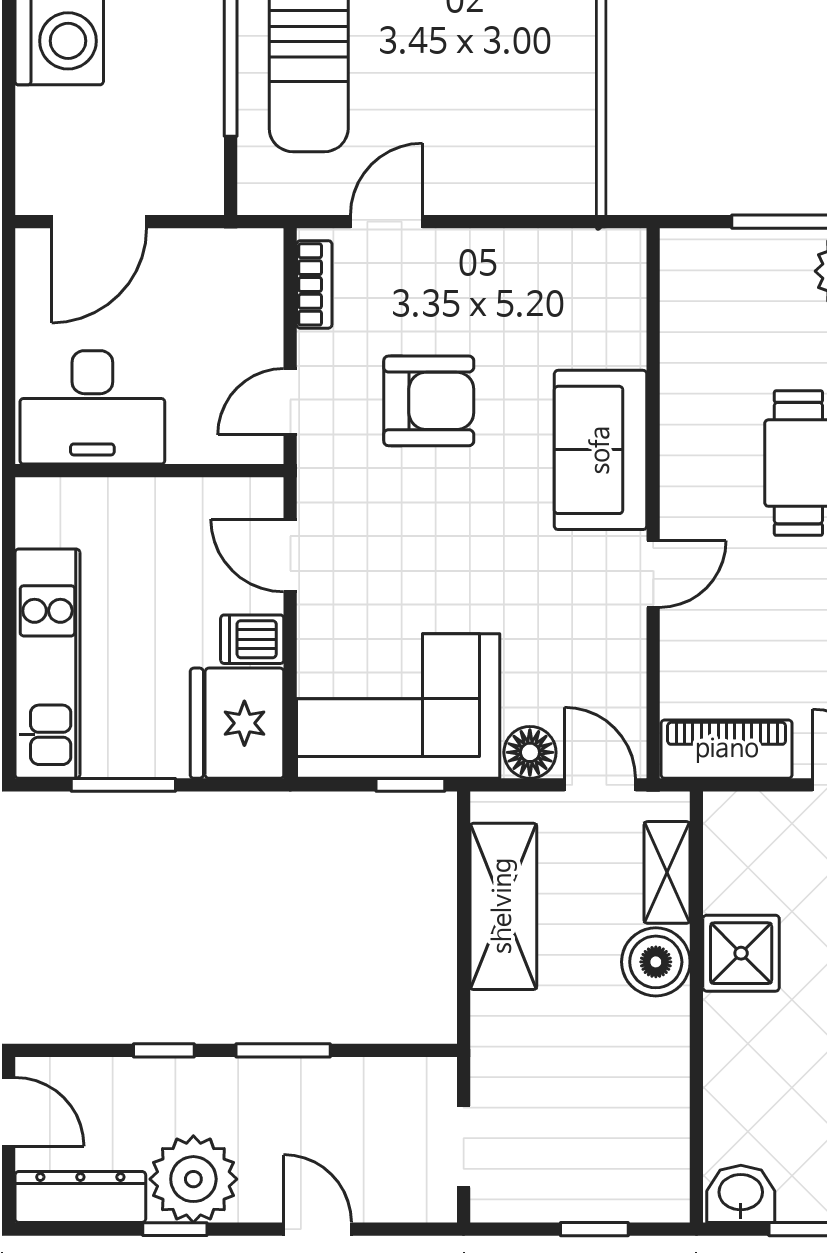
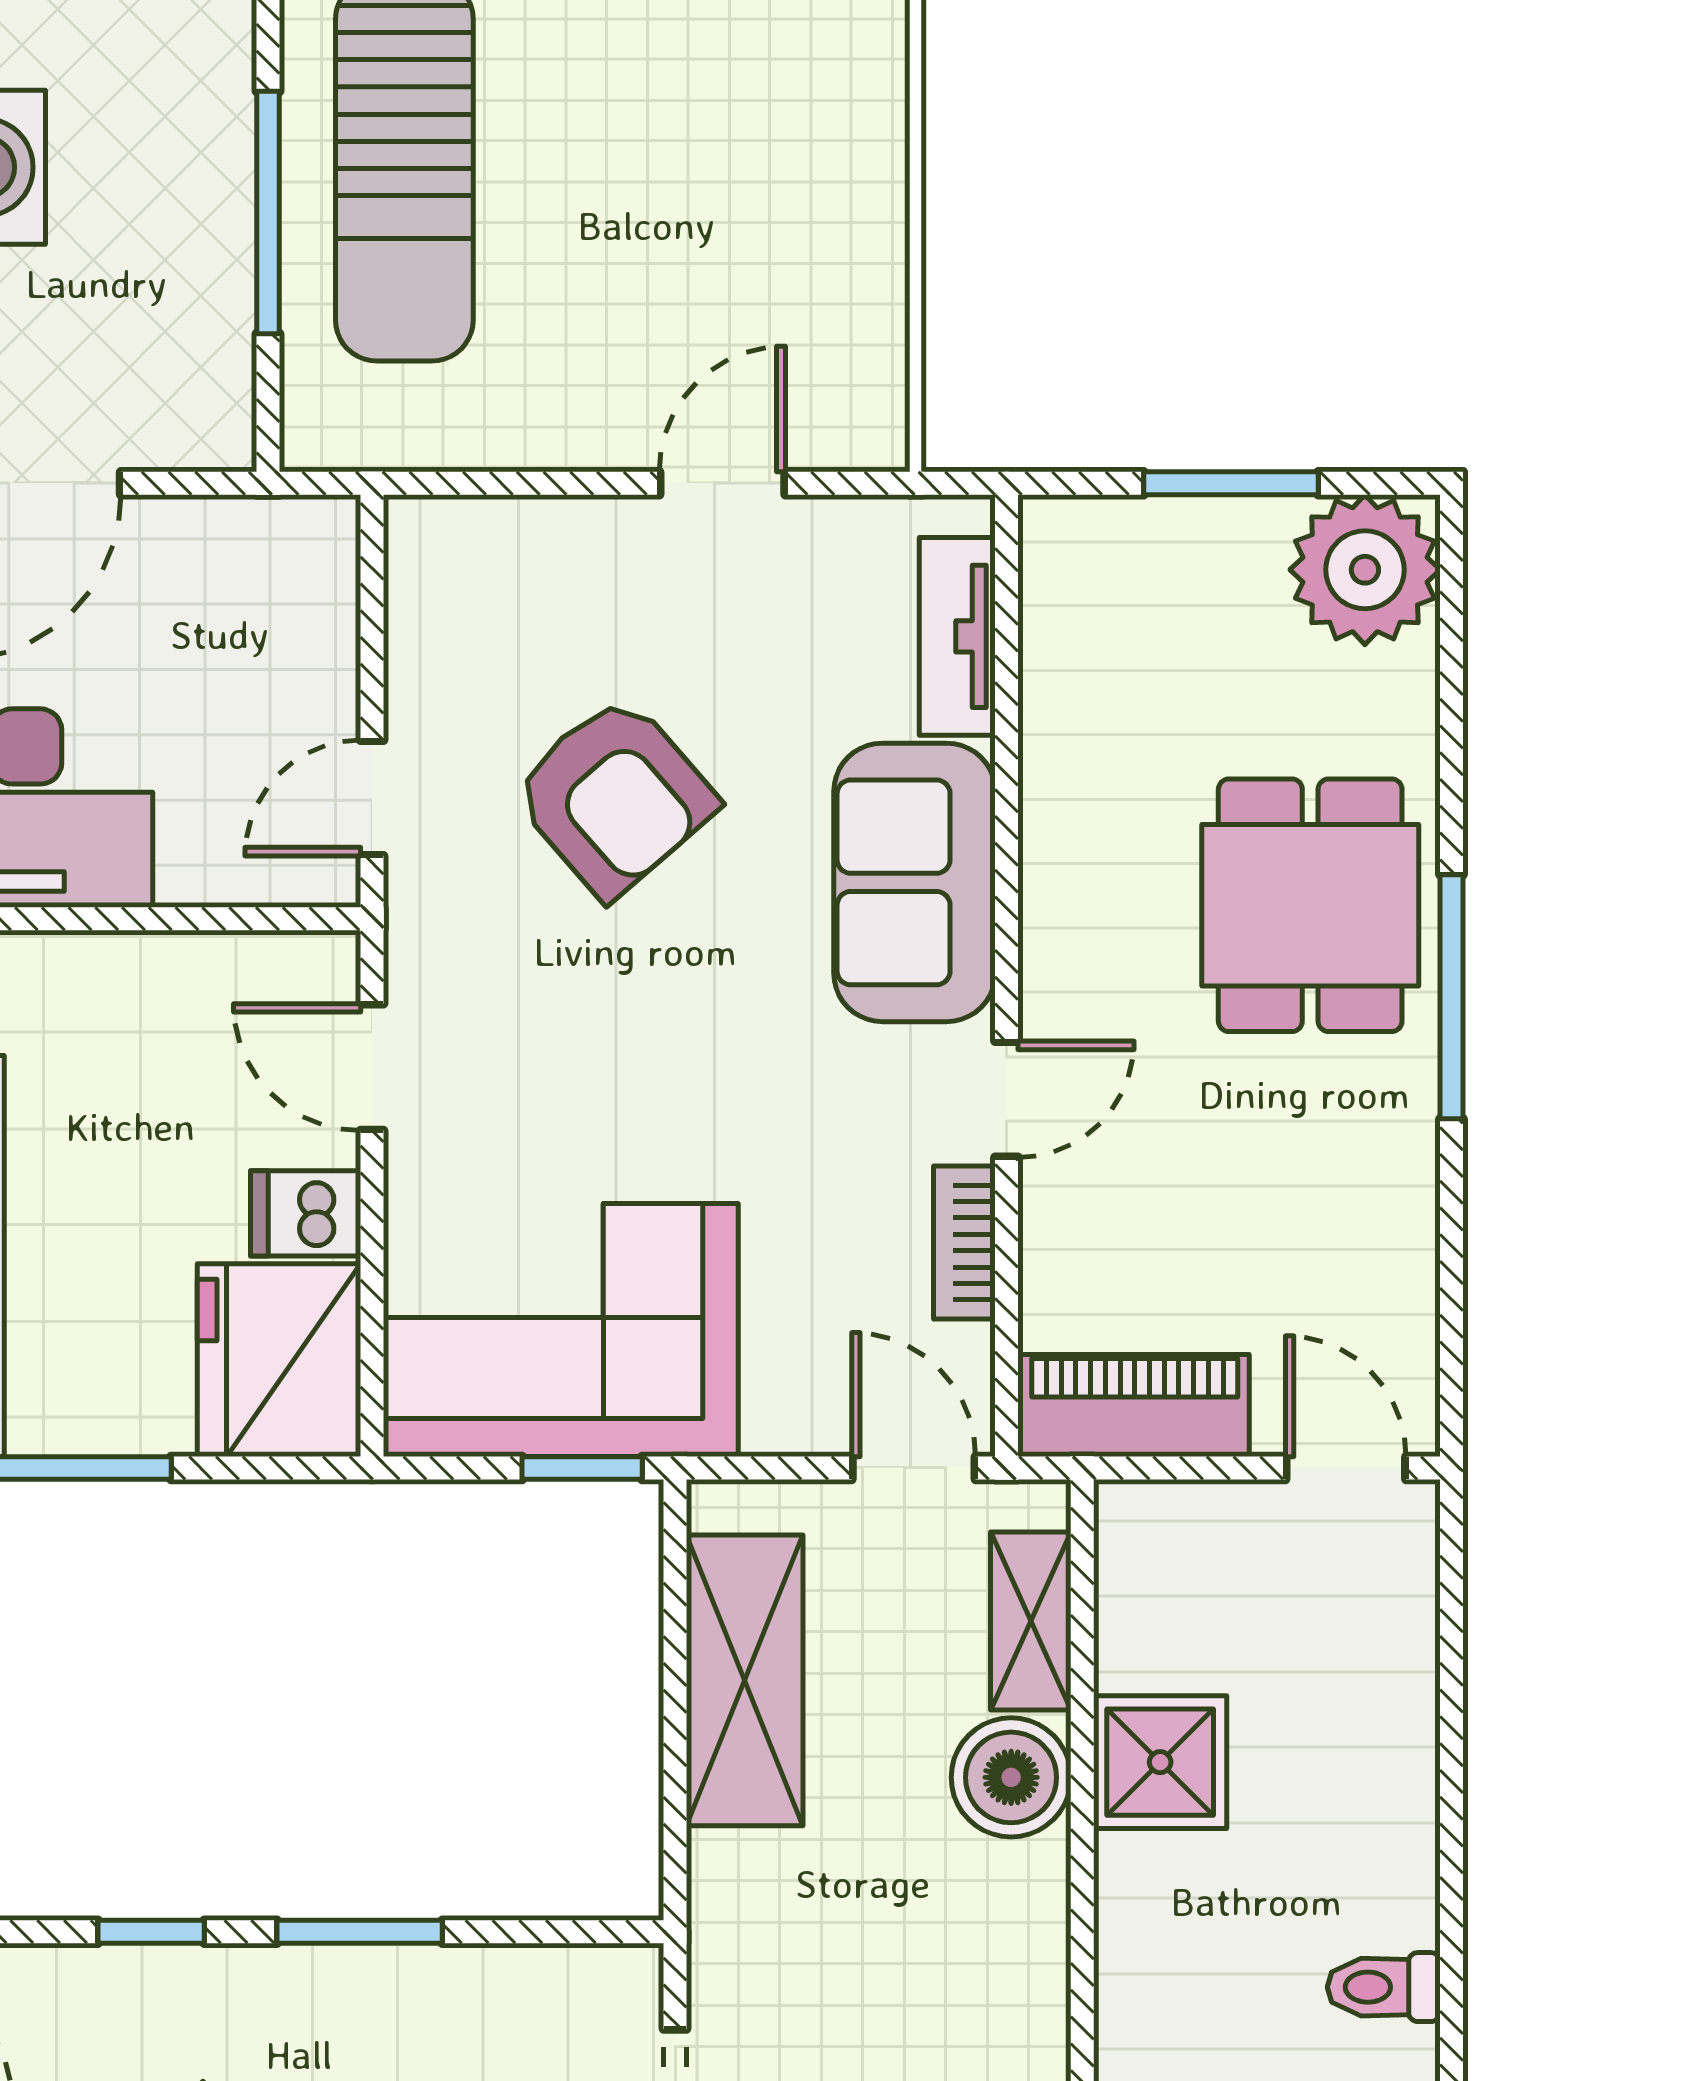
door: (387, 222) -> (722, 483), moved
bookcase: (314, 284) -> (964, 1242), moved, turned 180
tv unit: (625, 309) -> (957, 636), added
armchair: (429, 401) -> (614, 797), turned 49
floor lamp: (530, 752) -> (791, 1411), removed

